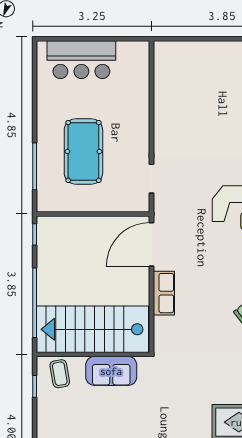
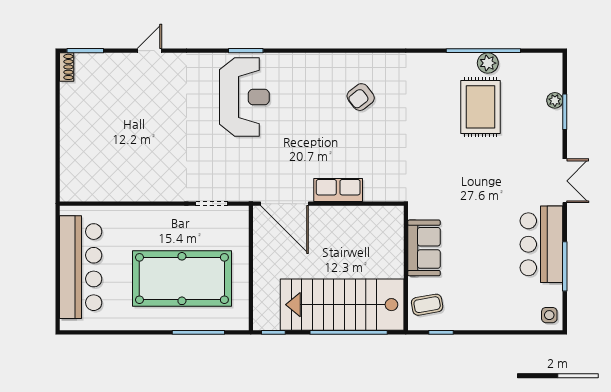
bar counter: (81, 60) -> (81, 267), width x1.36
pool table: (83, 151) -> (182, 279), width x1.36, depth x1.32
stairs: (92, 329) -> (342, 305), moved, turned 90

